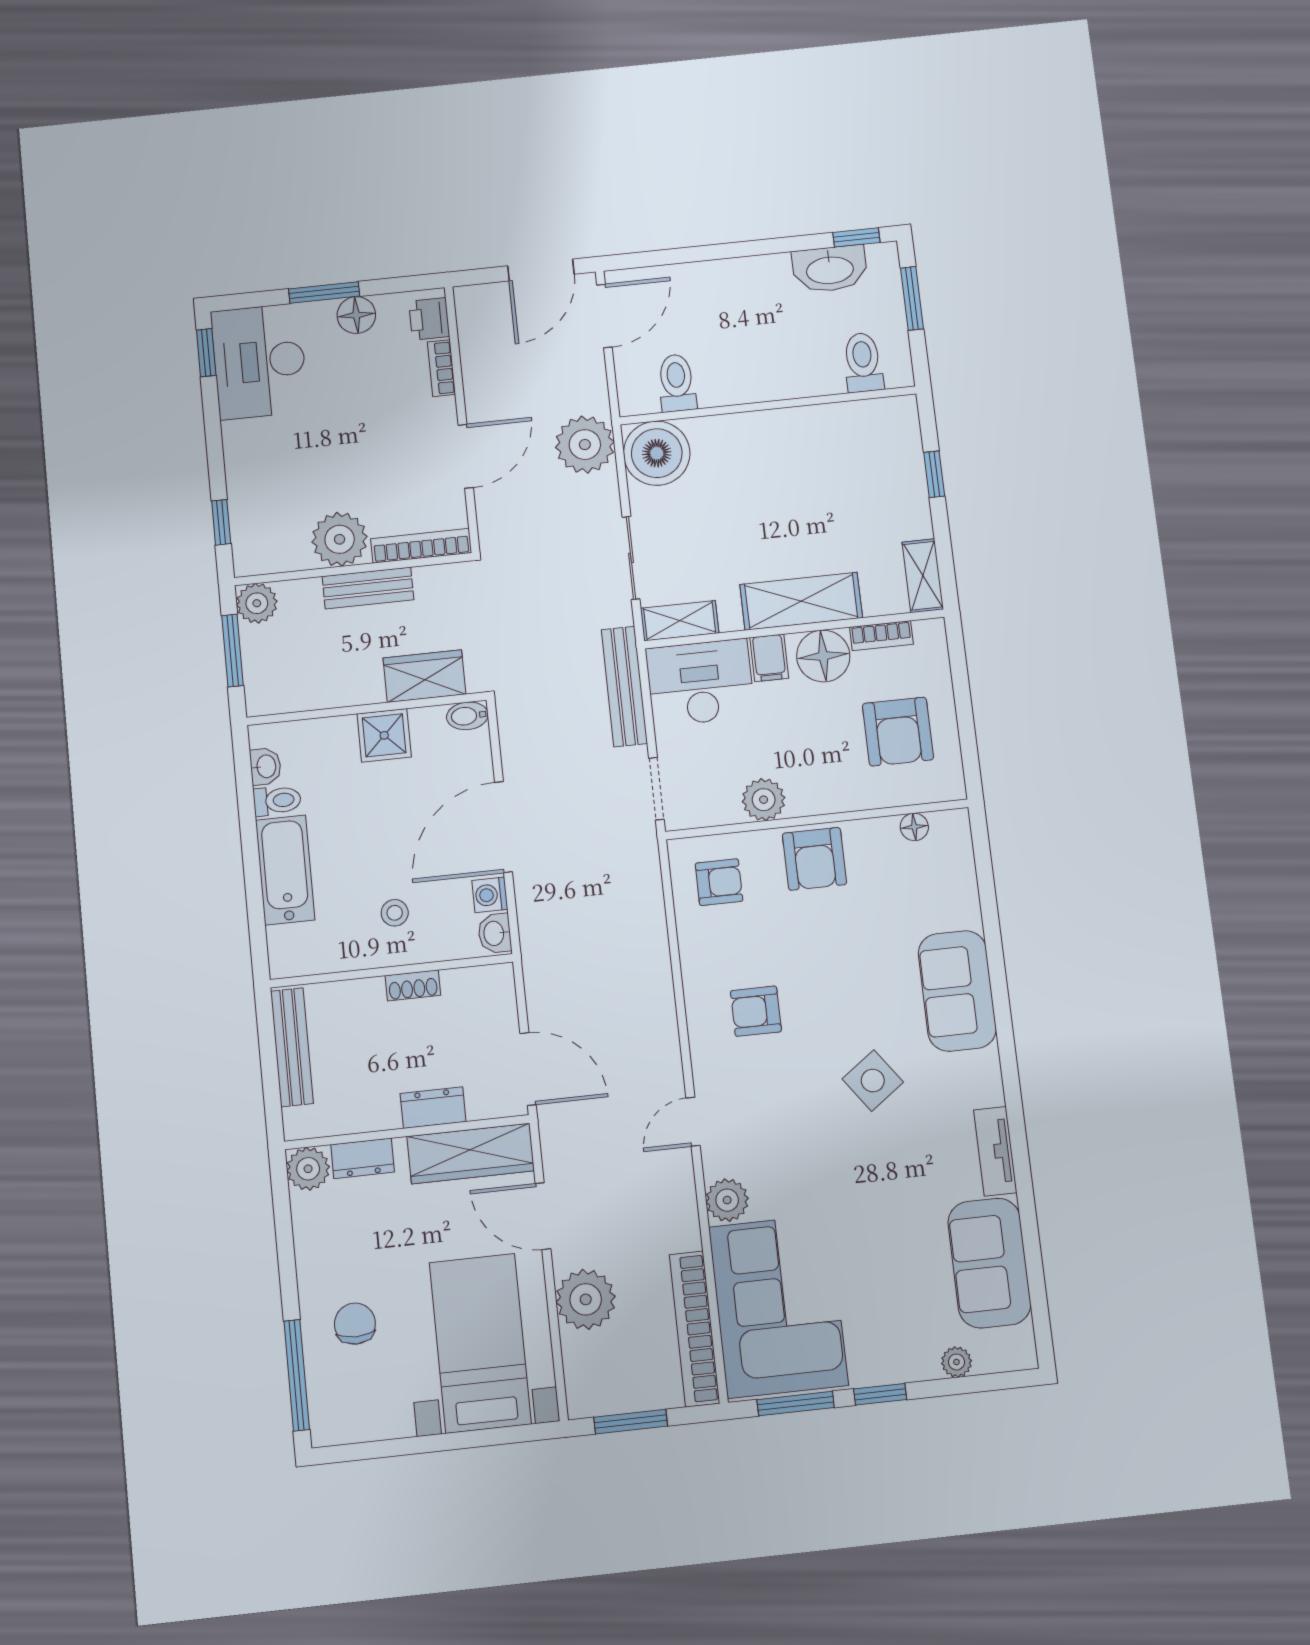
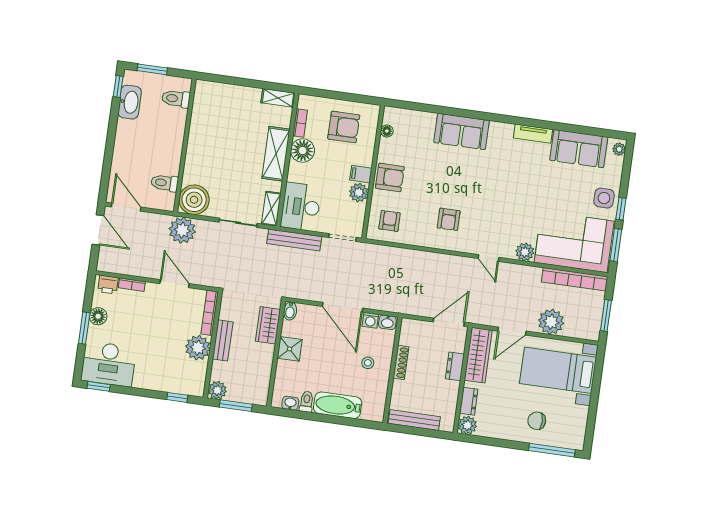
window: (934, 474) -> (234, 81), removed
filing cabinet: (769, 658) -> (361, 174), moved, turned 180
shoe rack: (413, 985) -> (401, 362), width x1.43
side table: (873, 1081) -> (604, 198), moved, turned 36
plant: (957, 1362) -> (619, 149), moved

